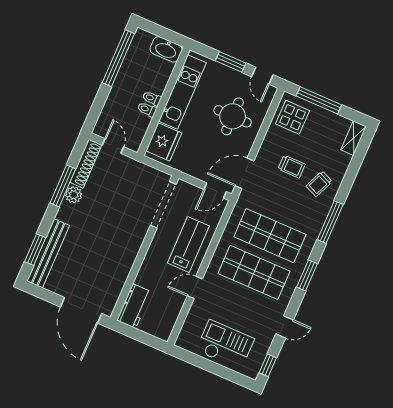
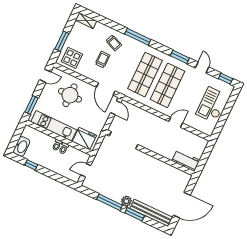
washbasin: (166, 49) -> (21, 146), moved
window: (118, 58) -> (31, 165), width x0.32
window: (231, 62) -> (31, 105), moved
window: (319, 100) -> (62, 41), width x0.69
shoe rack: (86, 164) -> (96, 187), removed
plant: (74, 195) -> (126, 201), moved
lab bench: (188, 245) -> (149, 125), removed
window: (35, 250) -> (135, 214), moved
window: (307, 275) -> (180, 57), moved
door: (195, 287) -> (176, 122), swing flipped
door: (81, 310) -> (182, 205), moved

